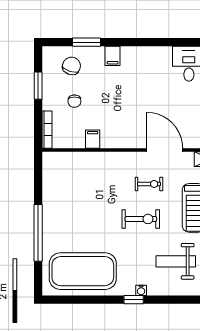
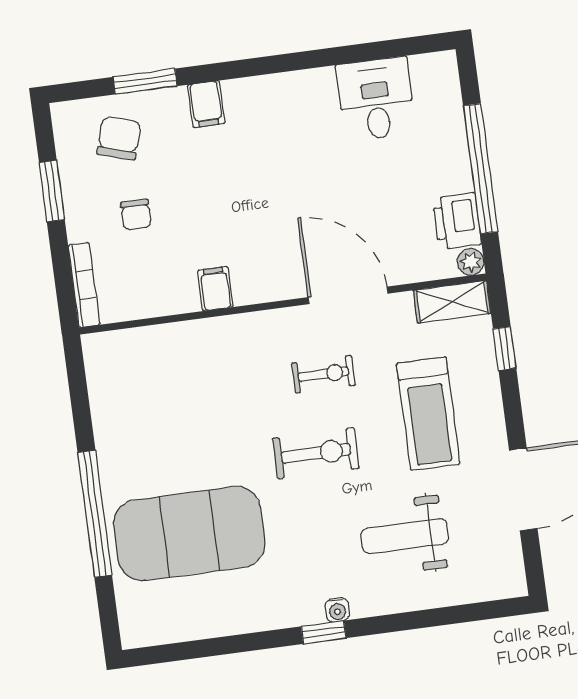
filing cabinet: (93, 139) -> (215, 289), moved
exercise mat: (83, 271) -> (189, 534), moved

